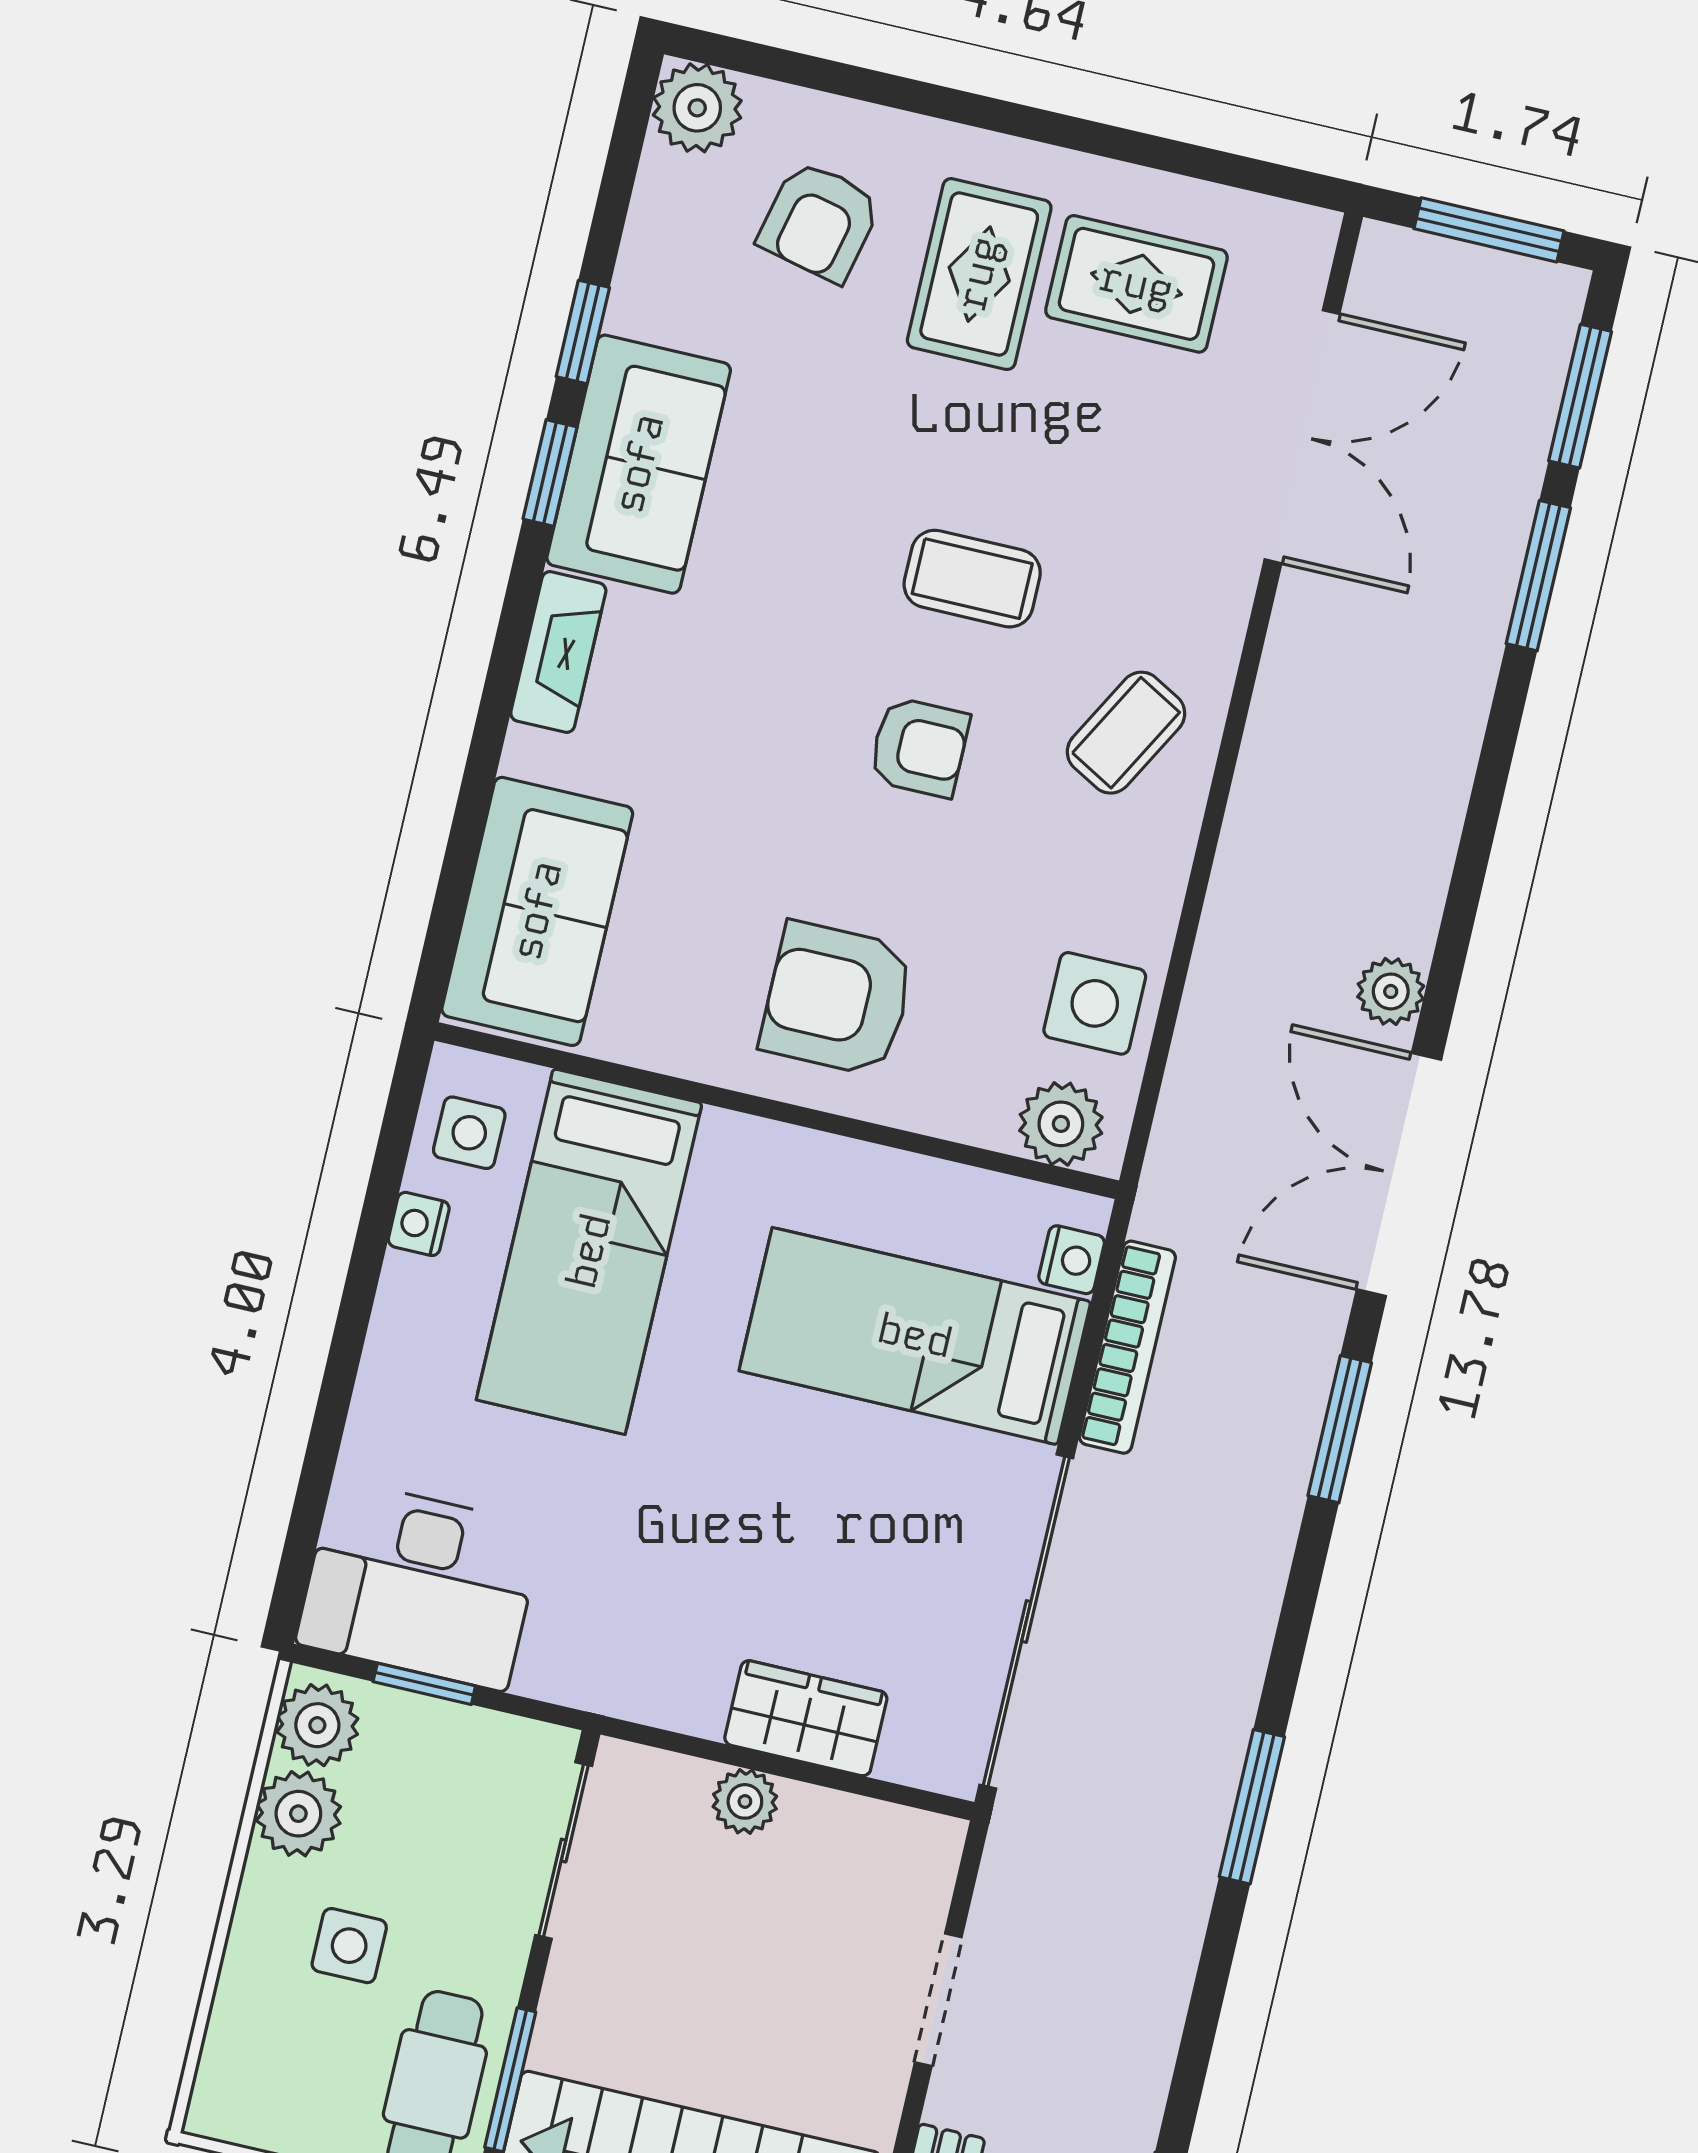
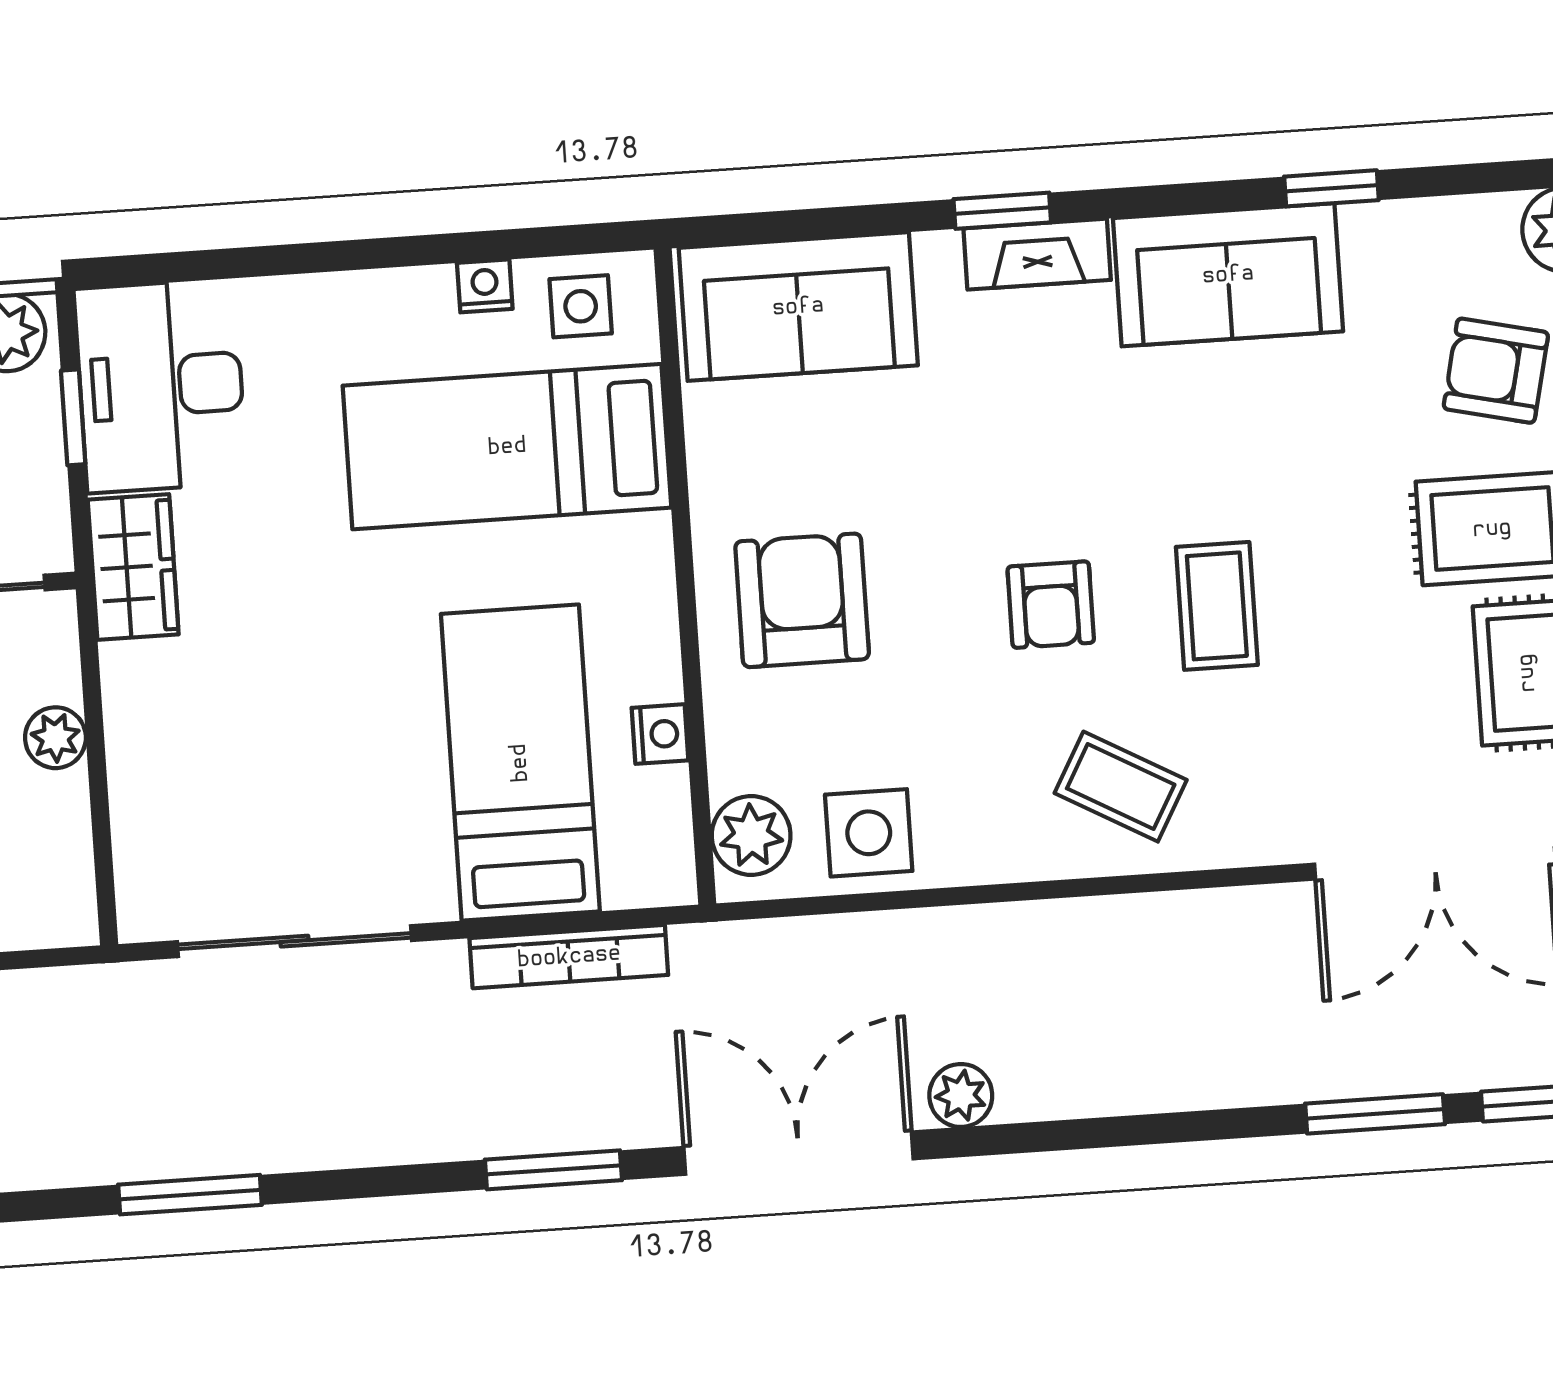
window: (550, 473) -> (1002, 211), moved
nightstand: (1072, 1260) -> (660, 734), moved, turned -90
sliding door: (1026, 1621) -> (295, 941), width x0.73
wardrobe: (806, 1718) -> (133, 567), moved

